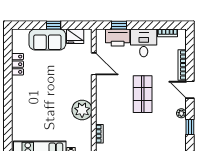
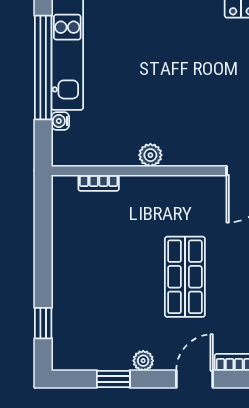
shop shelf: (143, 94) -> (185, 277), turned 90
plant: (82, 110) -> (150, 155), width x0.53, depth x0.53

